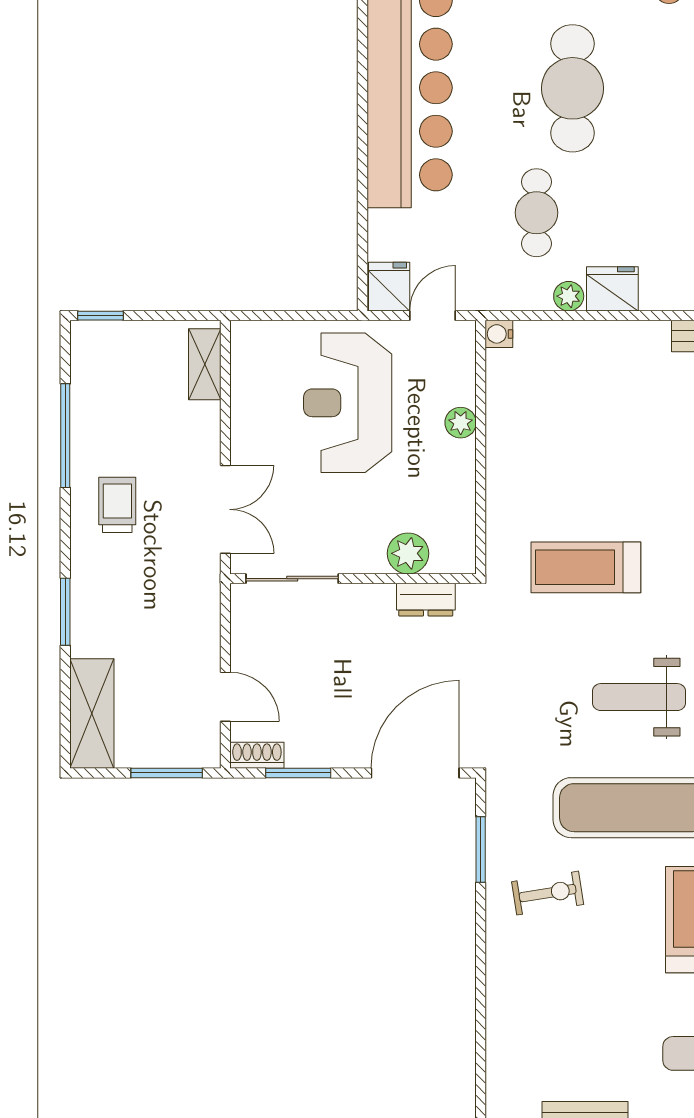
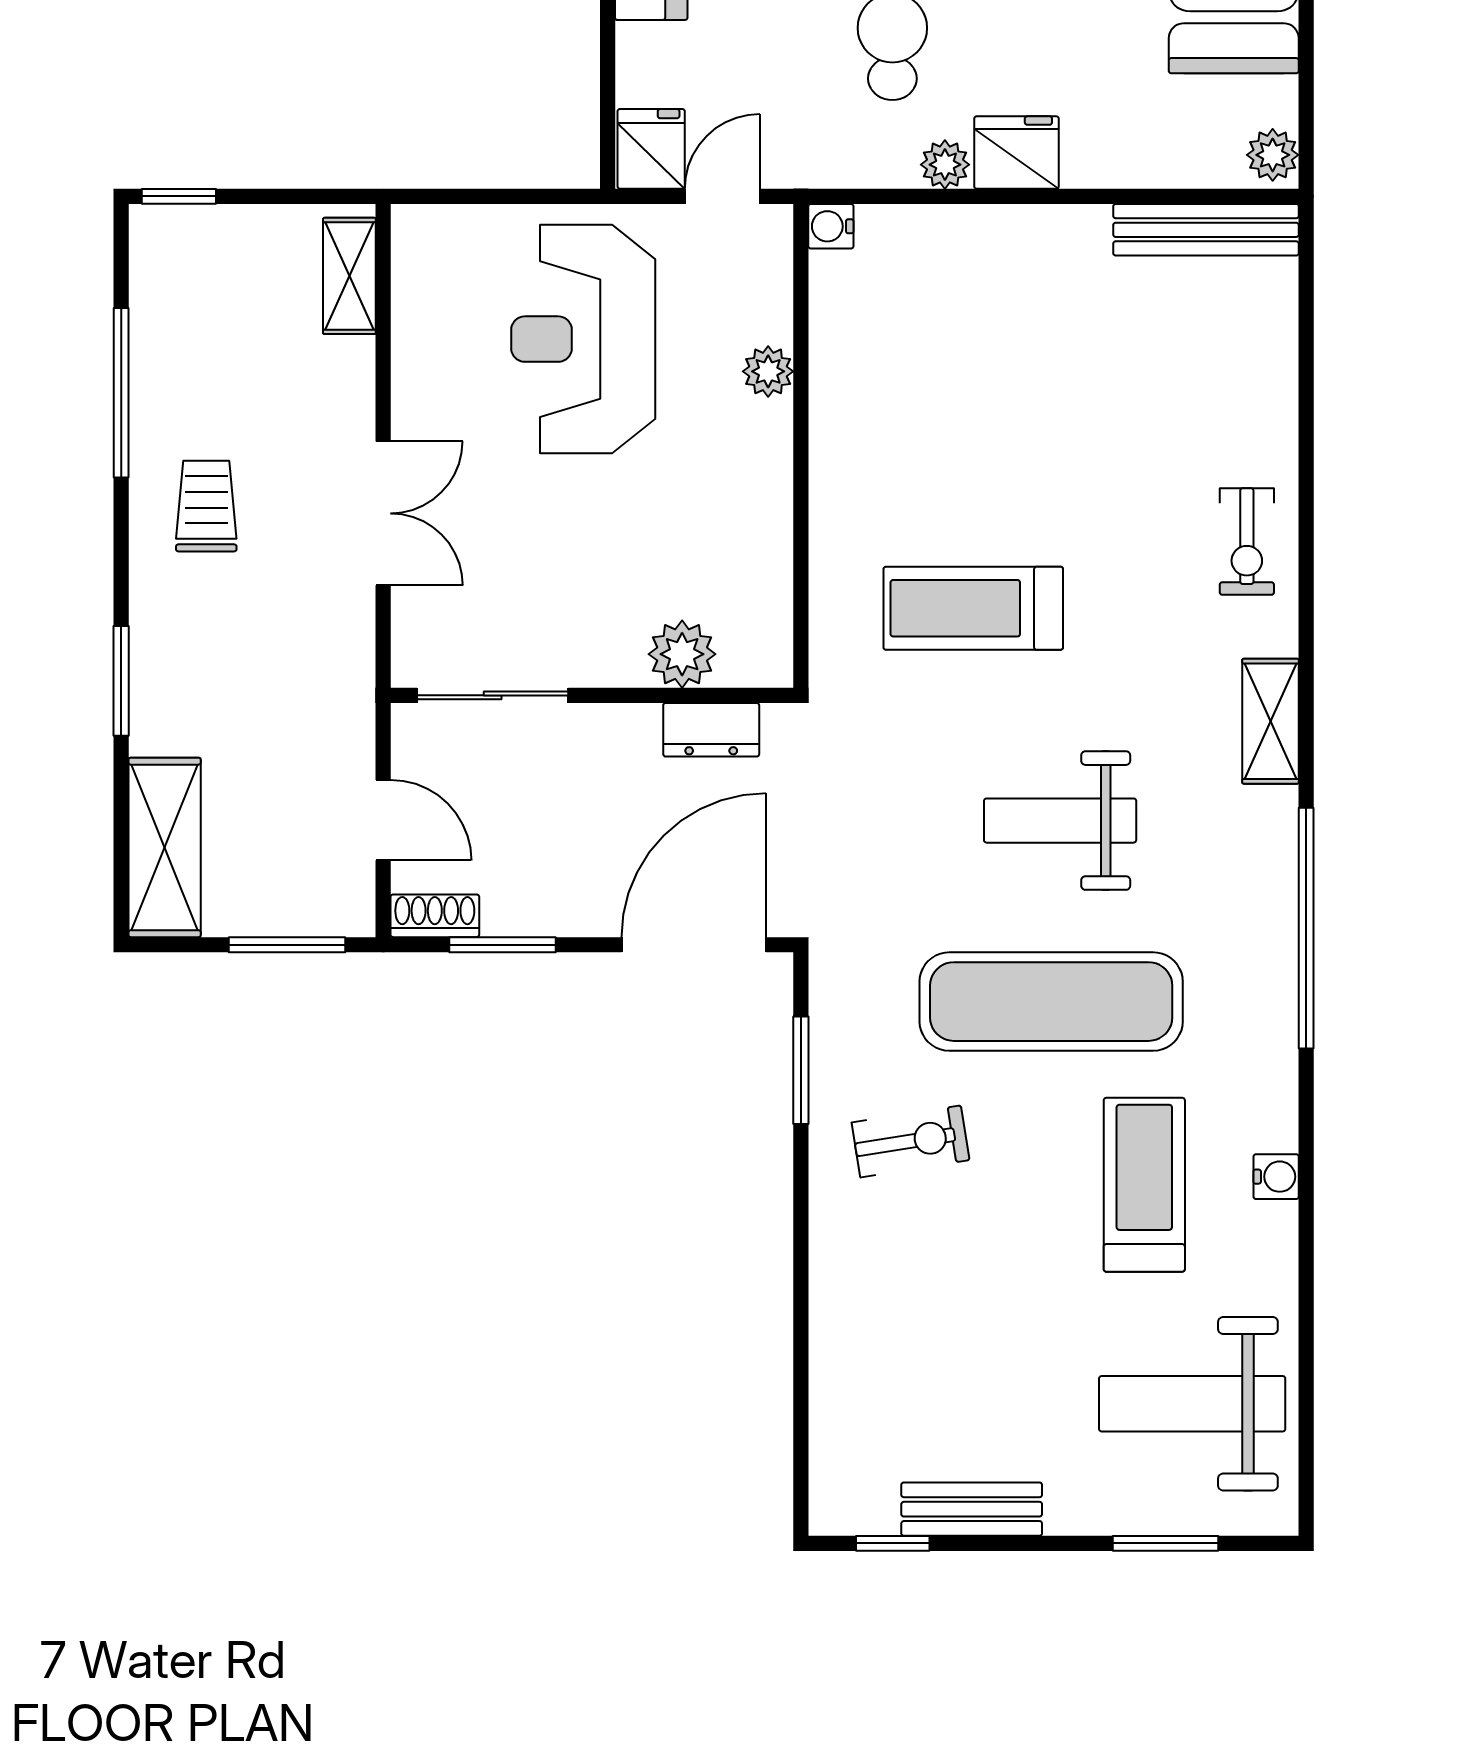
plant: (408, 553) -> (682, 654), moved
sliding door: (292, 579) -> (493, 695), moved
wall: (353, 579) -> (592, 695), moved
dresser: (426, 600) -> (711, 730), moved

